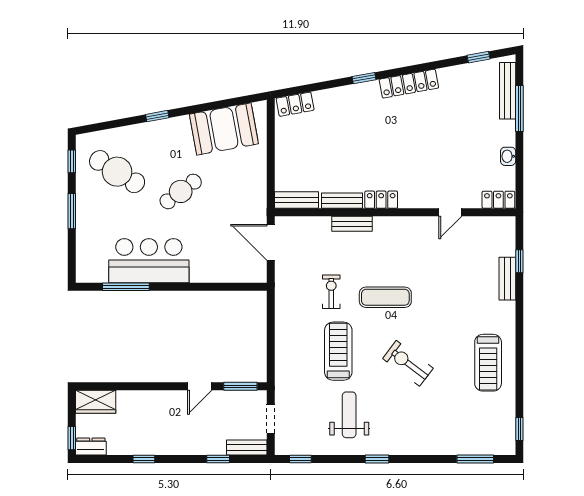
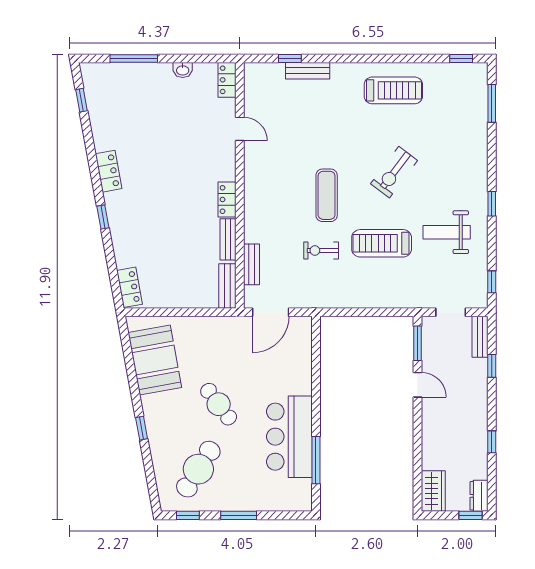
locker: (409, 84) -> (109, 171), width x0.66
bench: (508, 91) -> (116, 70), removed
bench: (352, 224) -> (252, 264), moved

